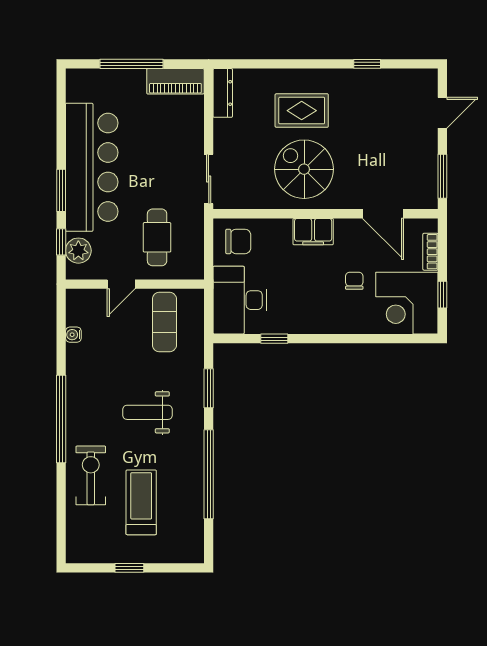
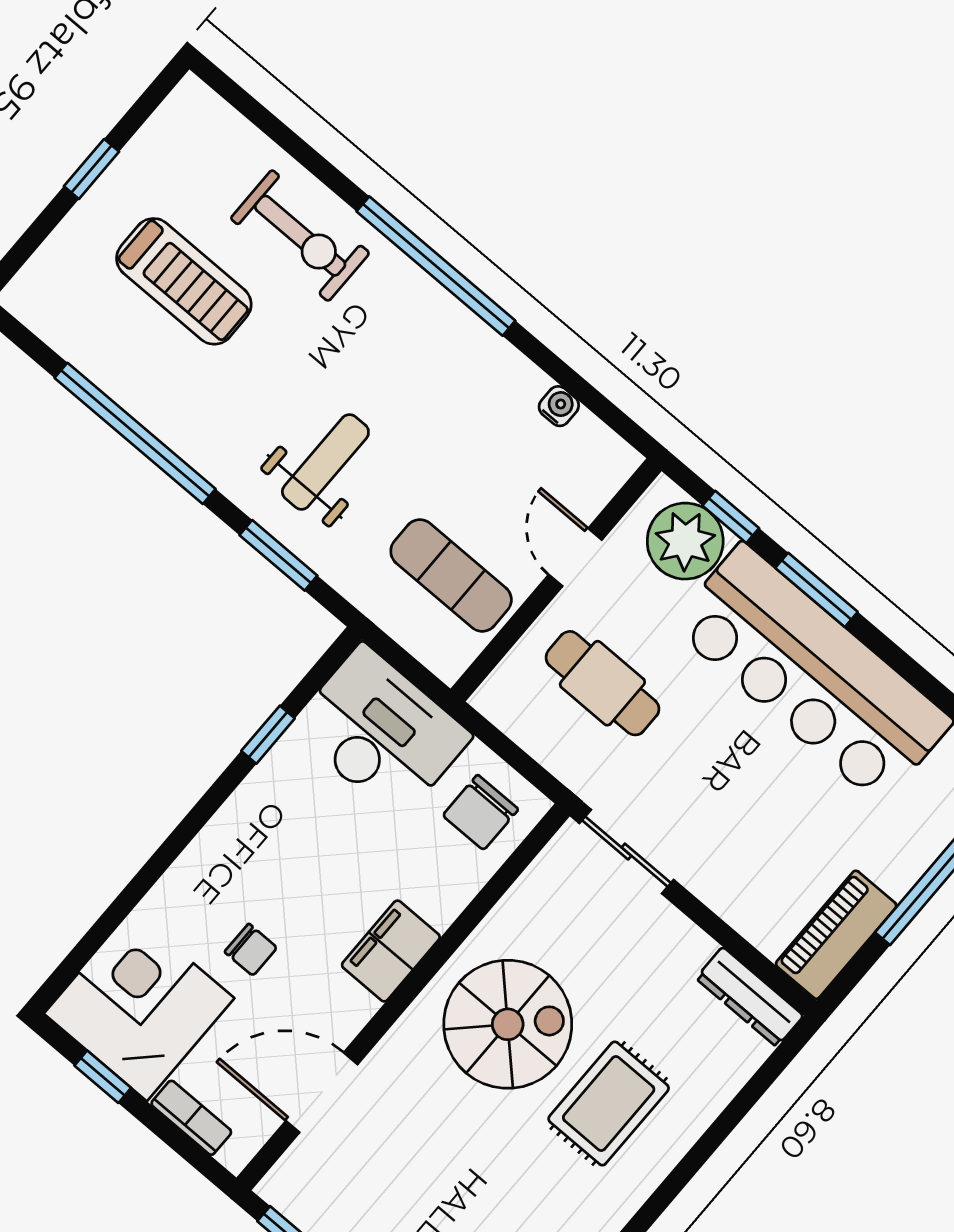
plant: (78, 251) -> (685, 541), width x1.36, depth x1.36
weight bench: (148, 412) -> (325, 462), moved

